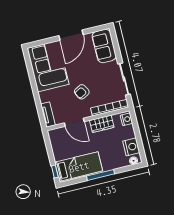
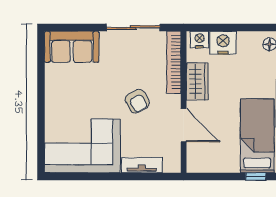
door: (71, 35) -> (41, 96), removed
tv unit: (48, 115) -> (142, 165), moved
door: (74, 122) -> (184, 125), hinge flipped
nightstand: (131, 147) -> (223, 43), moved

